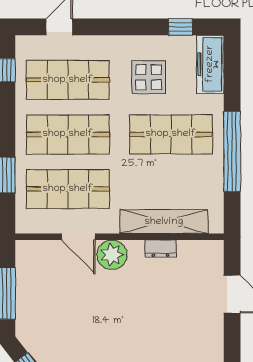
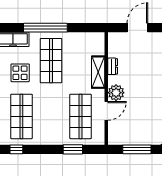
shop shelf: (68, 134) -> (51, 116), removed
window: (232, 151) -> (45, 28), moved
shelving: (164, 222) -> (98, 72), width x0.68

